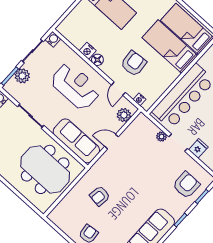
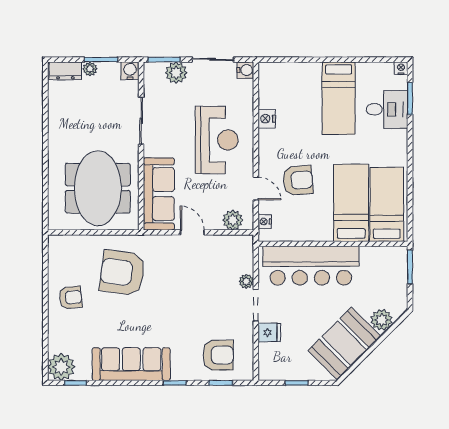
floor lamp: (97, 60) -> (266, 138), removed
door: (118, 89) -> (256, 189), swing flipped
armchair: (100, 196) -> (122, 273), width x1.88, depth x1.88

